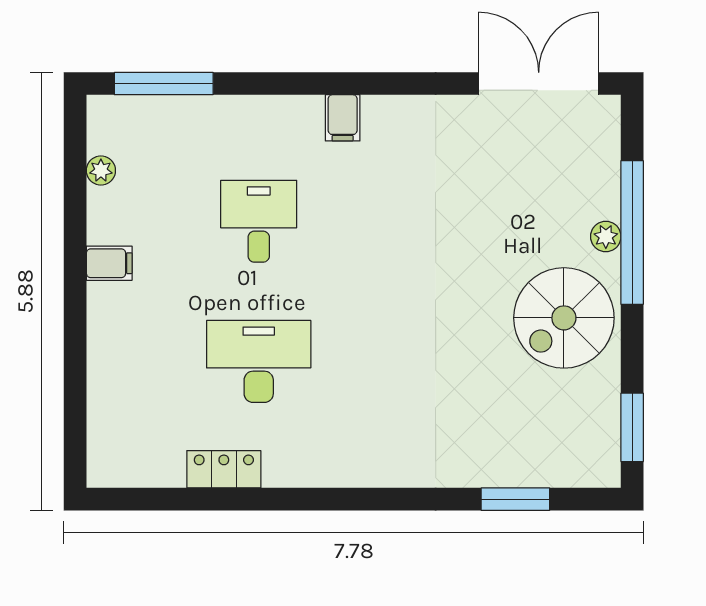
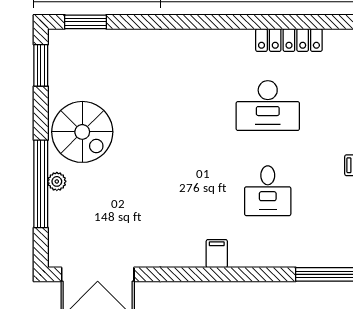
spiral stairs: (564, 318) -> (82, 132), turned 90
locker: (224, 469) -> (289, 40), width x1.53
window: (515, 499) -> (85, 22), moved

